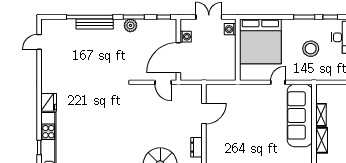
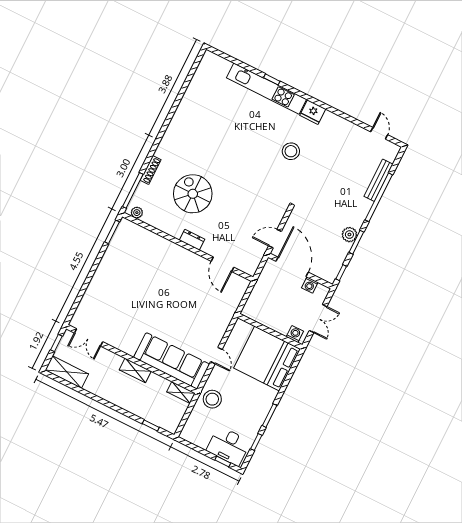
bench: (95, 24) -> (378, 180), moved
stool: (311, 49) -> (212, 399), moved
stool: (88, 104) -> (291, 151), added
shelving: (321, 115) -> (181, 393), moved

